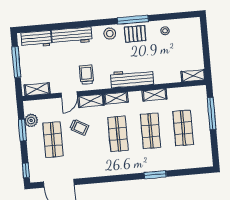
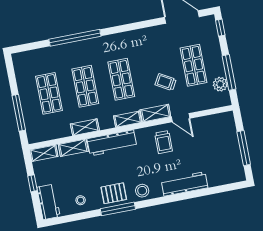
workbench: (36, 39) -> (48, 202), moved, turned 90
window: (206, 50) -> (32, 183), added
shelving: (37, 89) -> (73, 148), moved
door: (69, 95) -> (181, 118), swing flipped
window: (22, 130) -> (229, 72), width x1.44
window: (155, 175) -> (75, 38), width x2.11

